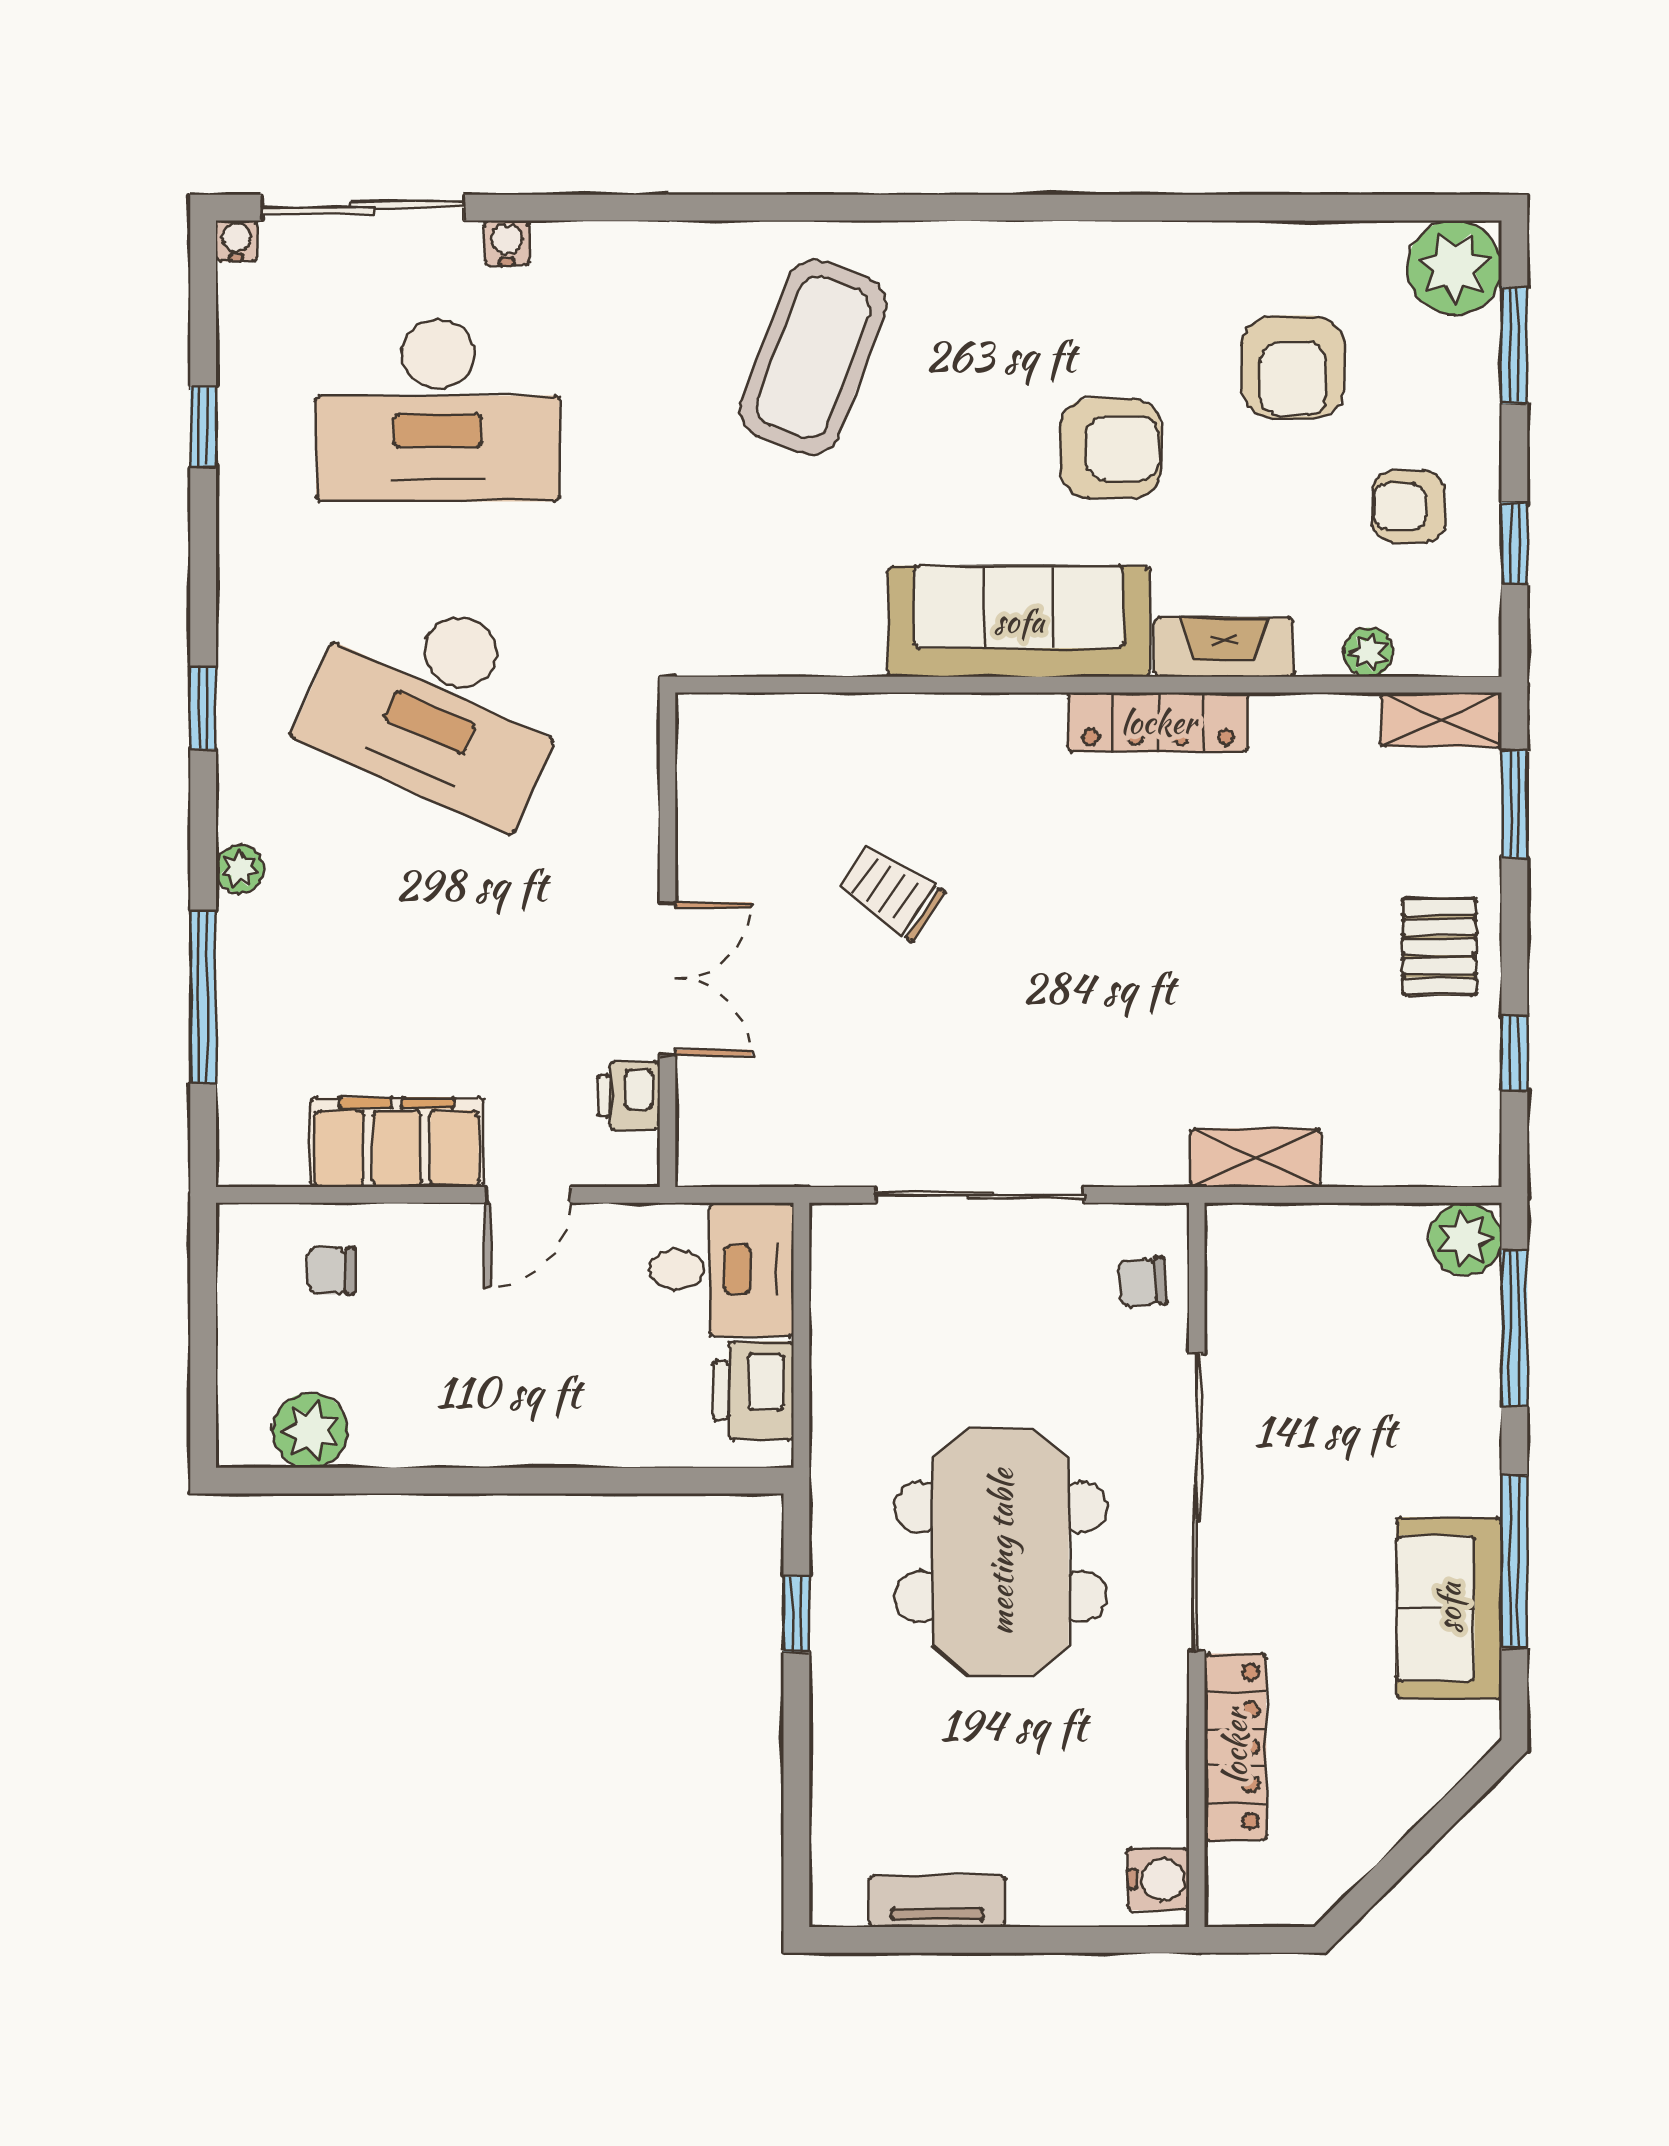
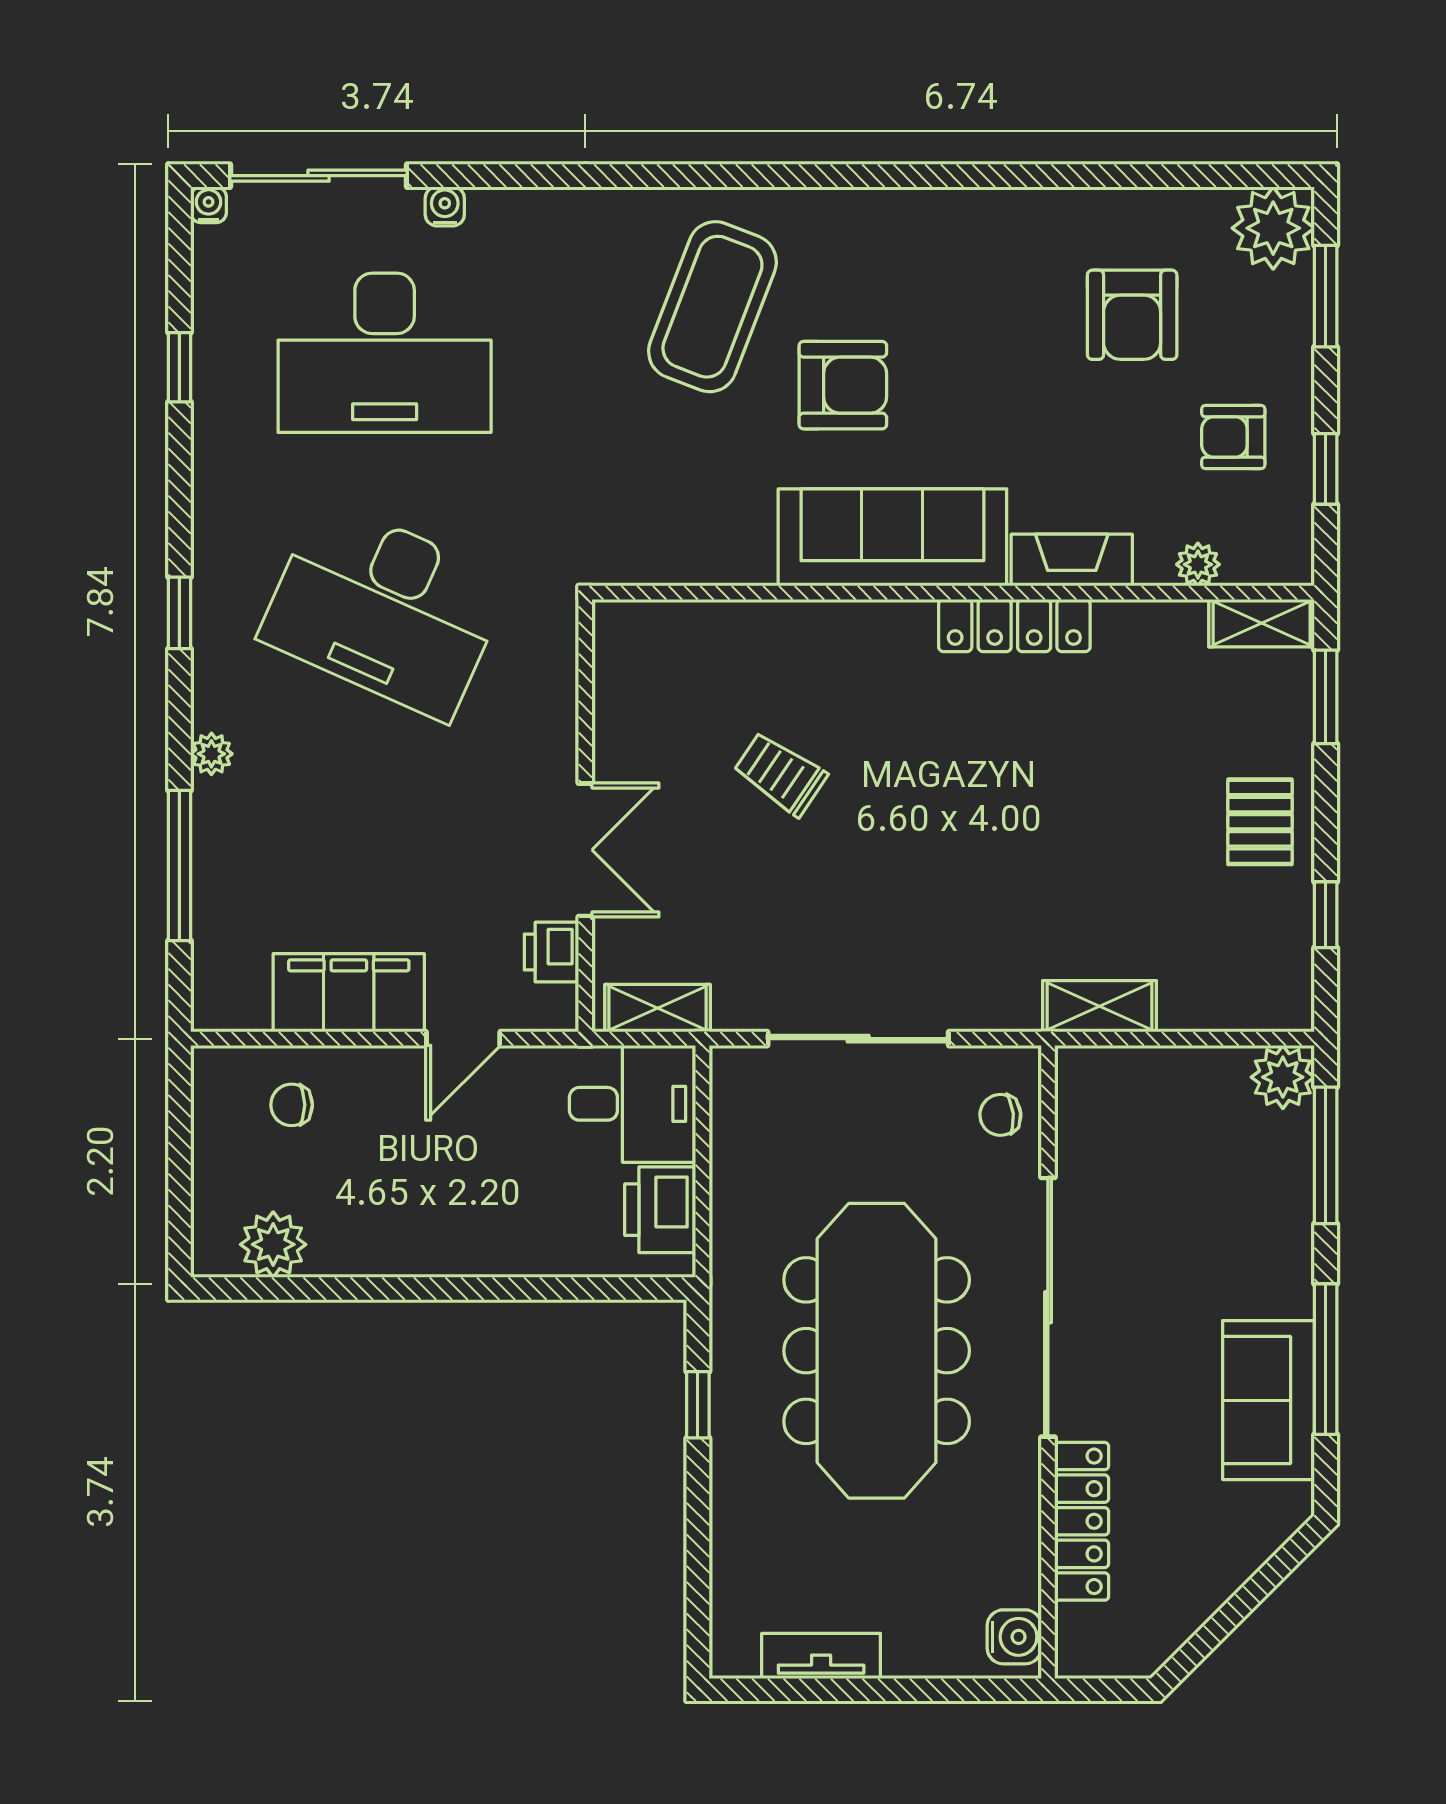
armchair: (1111, 448) -> (843, 385), moved
shelving: (750, 1160) -> (658, 1008), added
meeting table: (1001, 1552) -> (877, 1351), width x1.36

